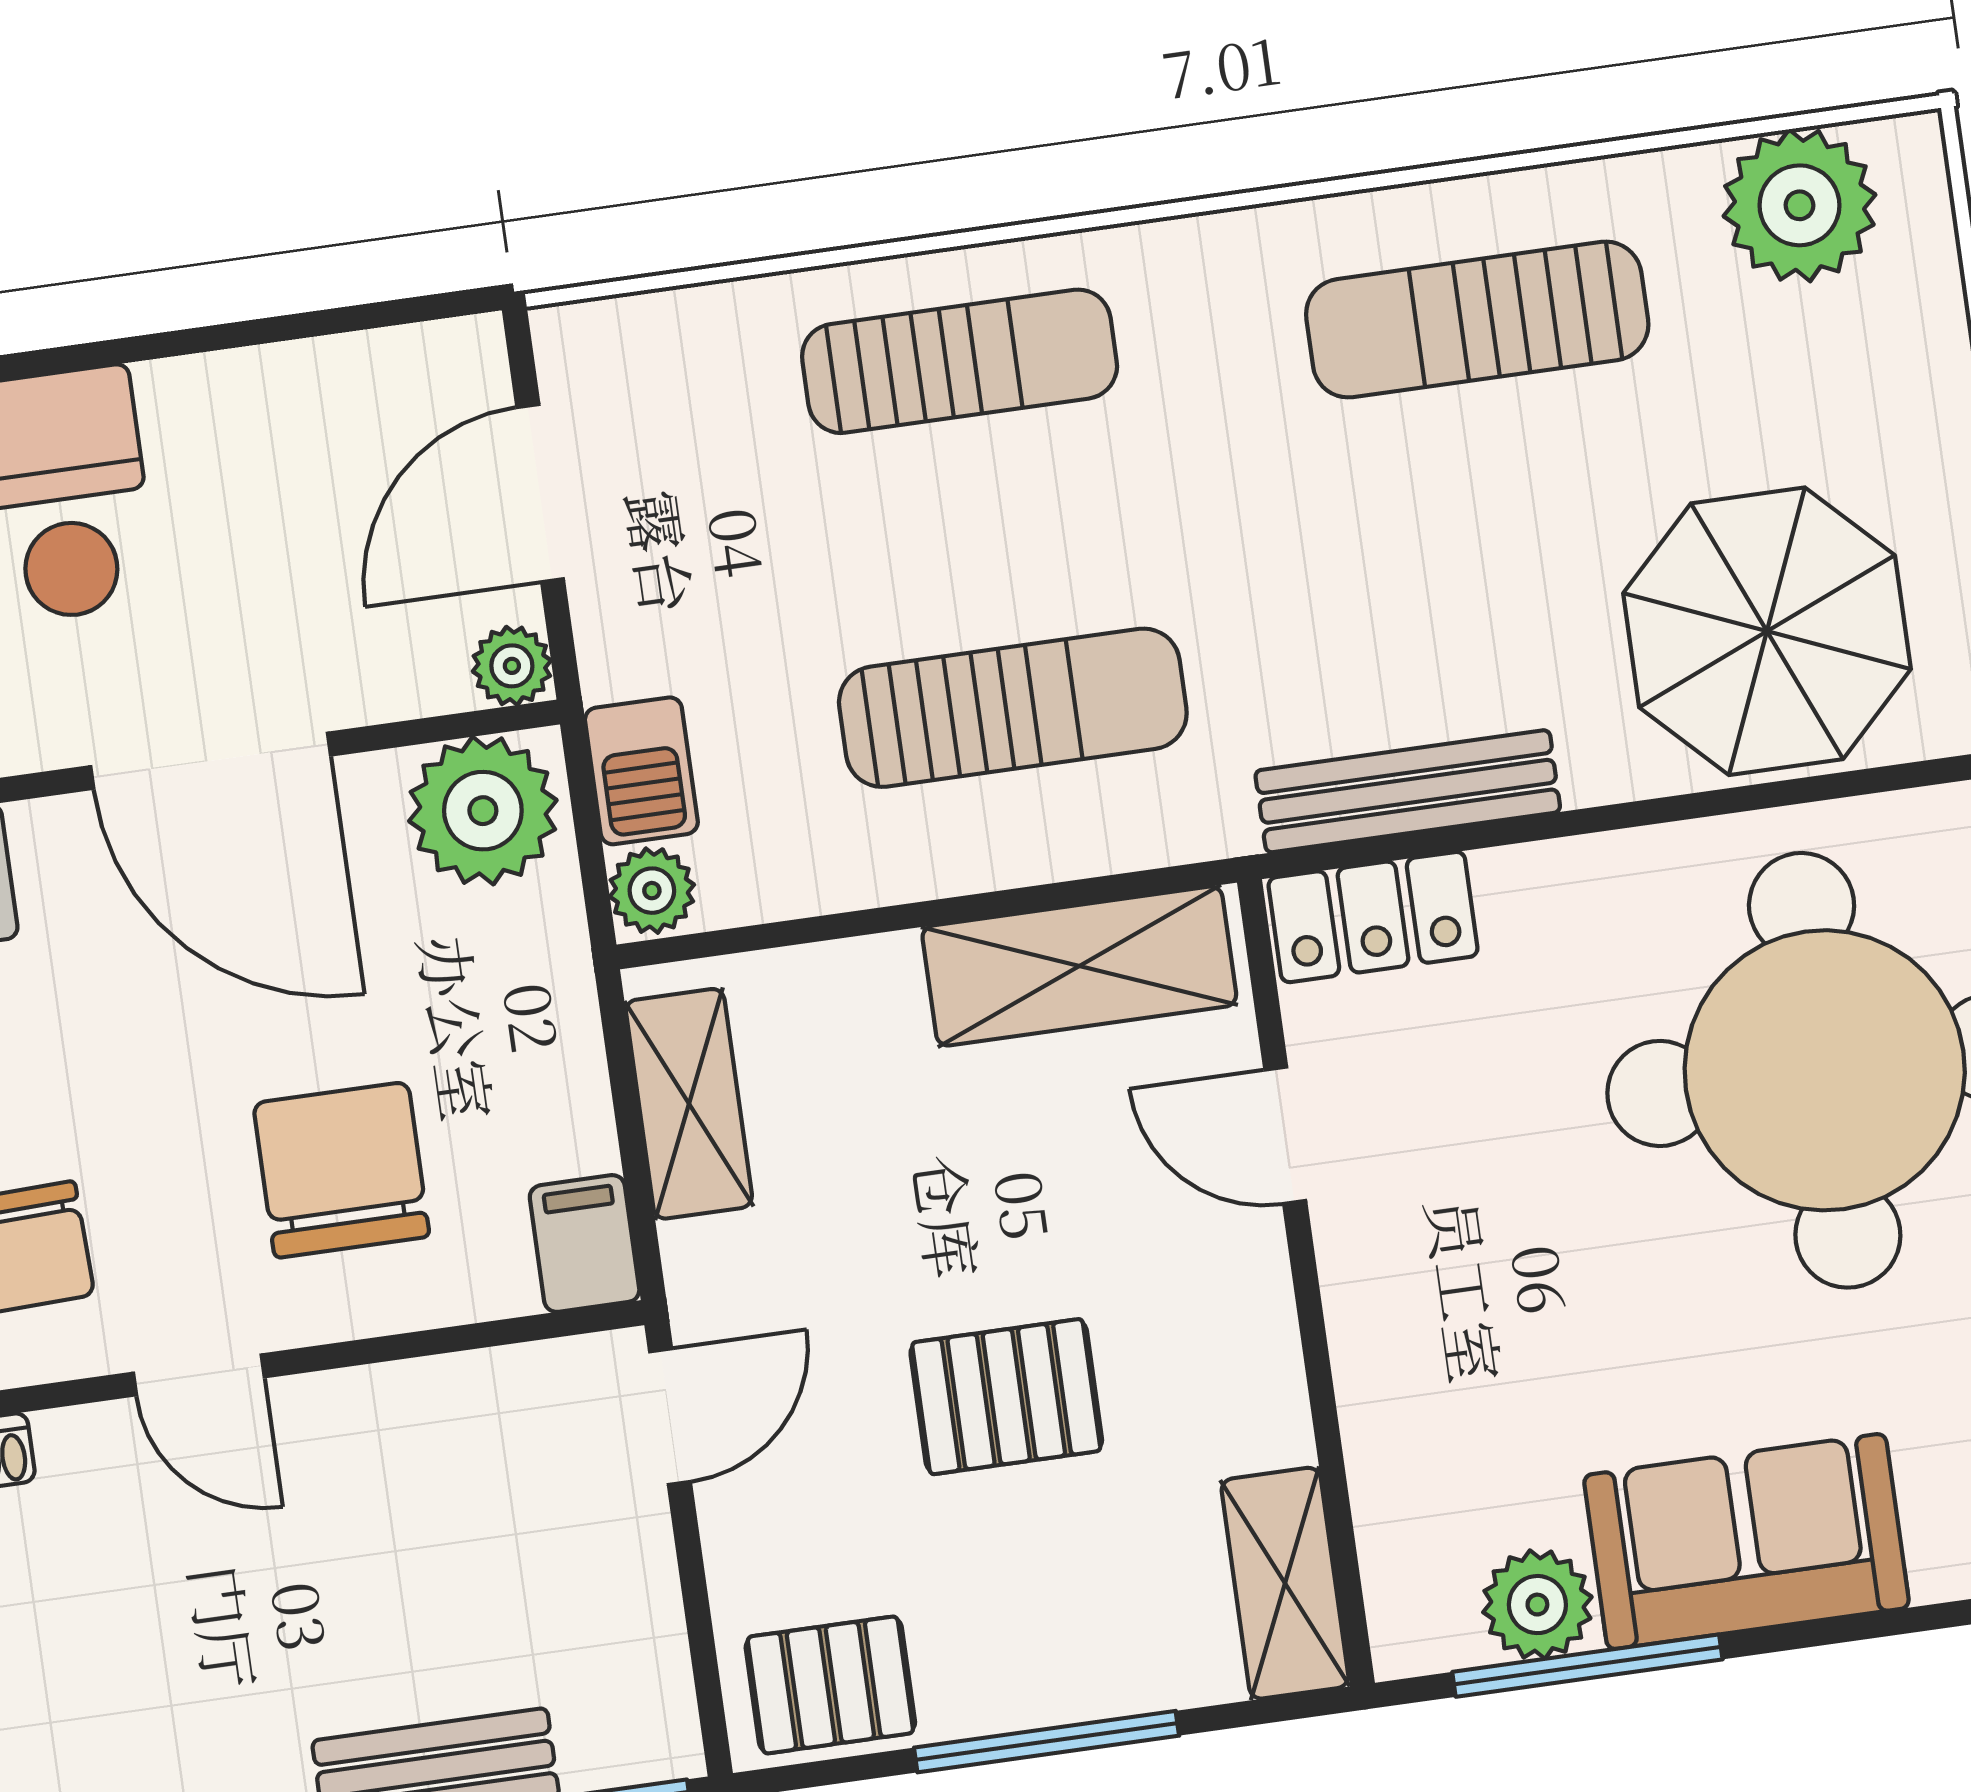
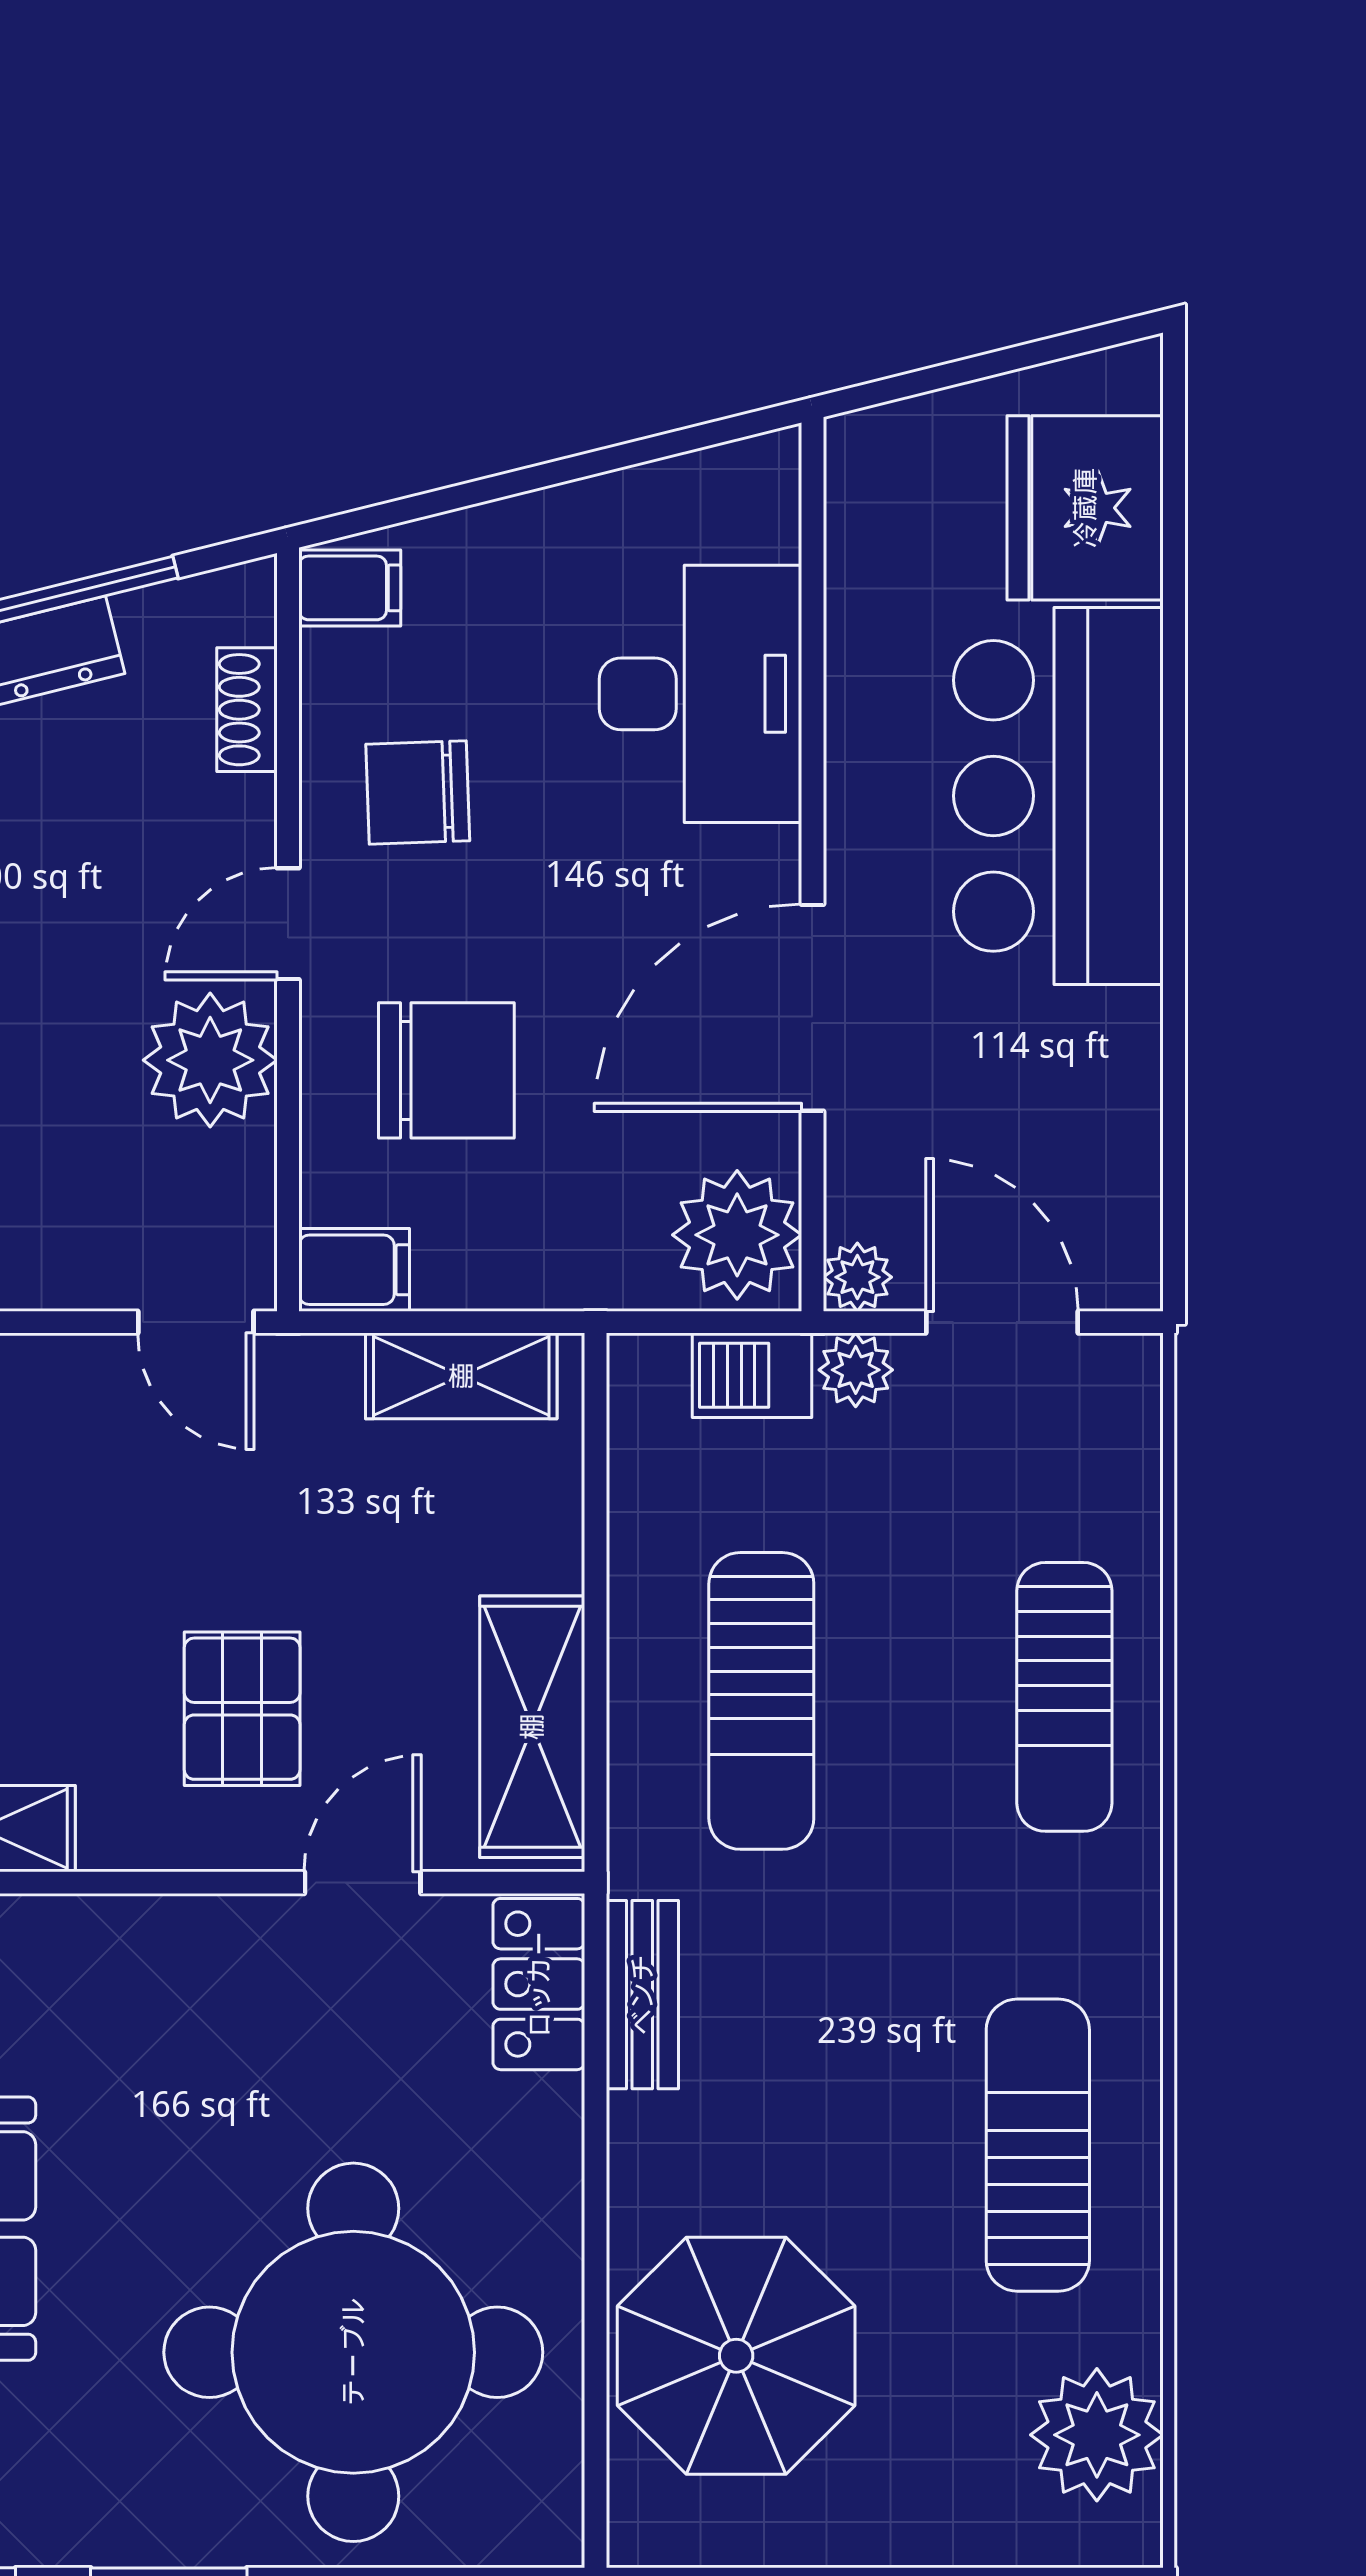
bench: (1408, 791) -> (642, 1995), width x0.73
plant: (652, 891) -> (856, 1370), moved
pallet: (1006, 1397) -> (242, 1709), moved
plant: (367, 1442) -> (210, 1060), added

